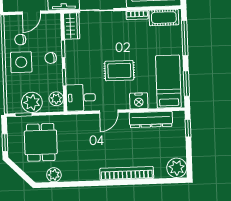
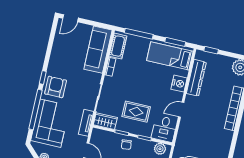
rug: (119, 71) -> (136, 112), moved, turned 90
door: (109, 112) -> (181, 110), swing flipped

